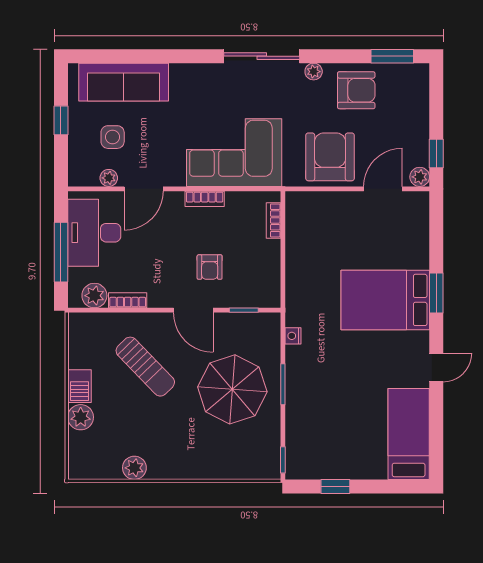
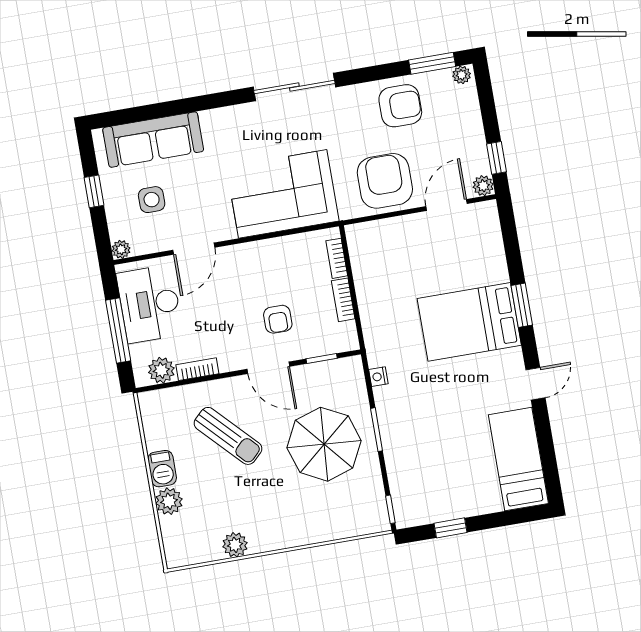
plant: (314, 72) -> (462, 75), moved
plant: (109, 178) -> (121, 249), moved
bookcase: (205, 199) -> (343, 300), moved, turned 90

